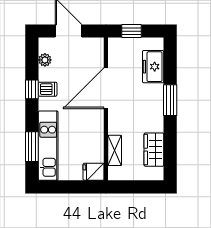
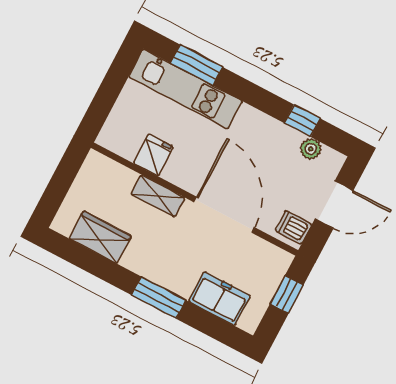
window: (32, 89) -> (302, 121), moved
dishwasher: (48, 89) -> (294, 227), moved, turned 90
shelving: (115, 150) -> (158, 196), moved
fridge: (94, 172) -> (154, 155), moved

